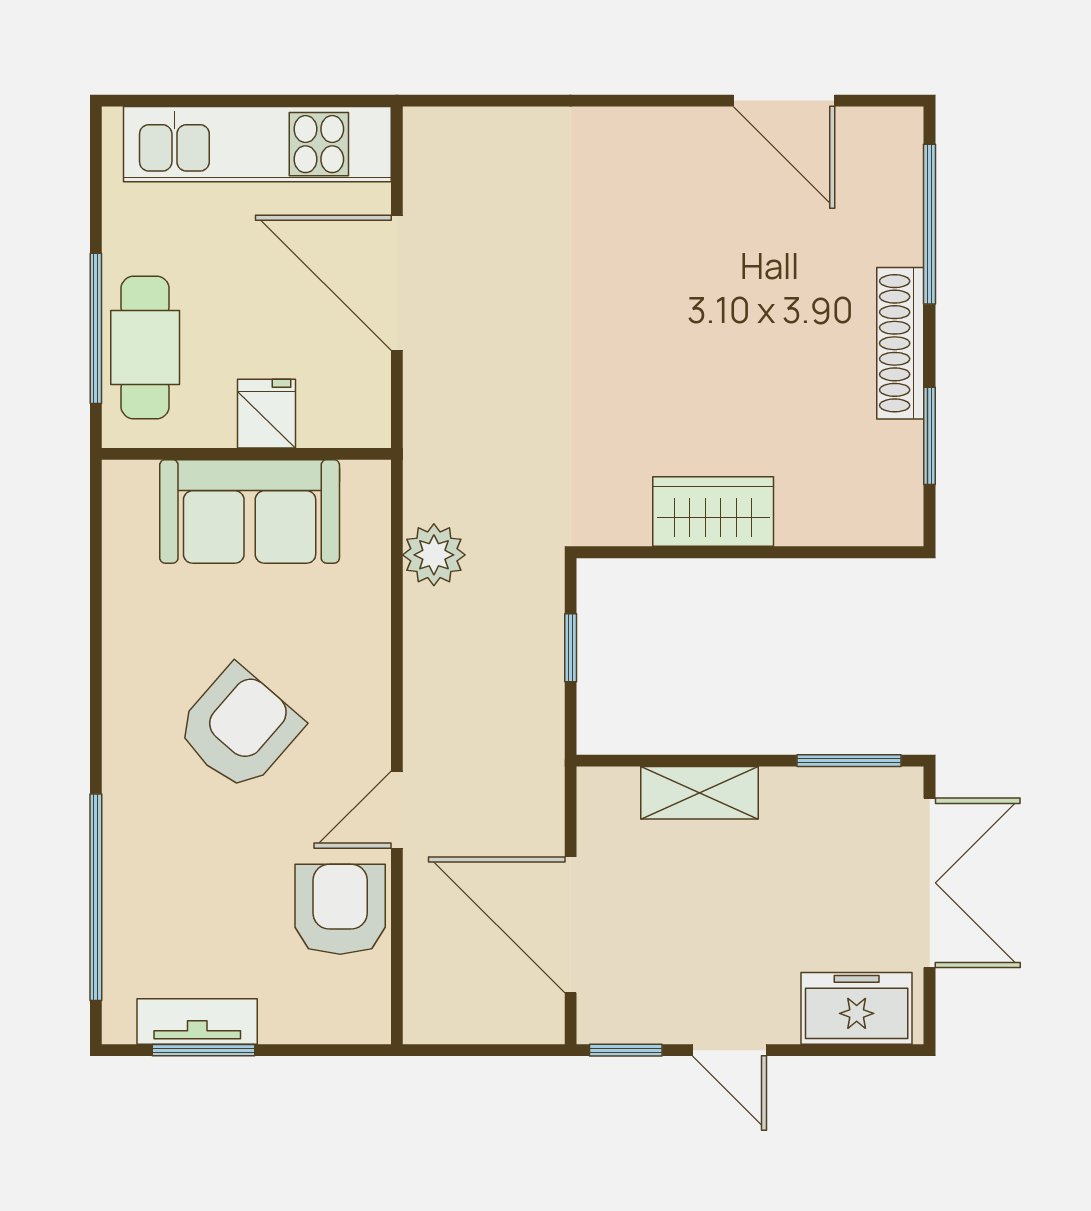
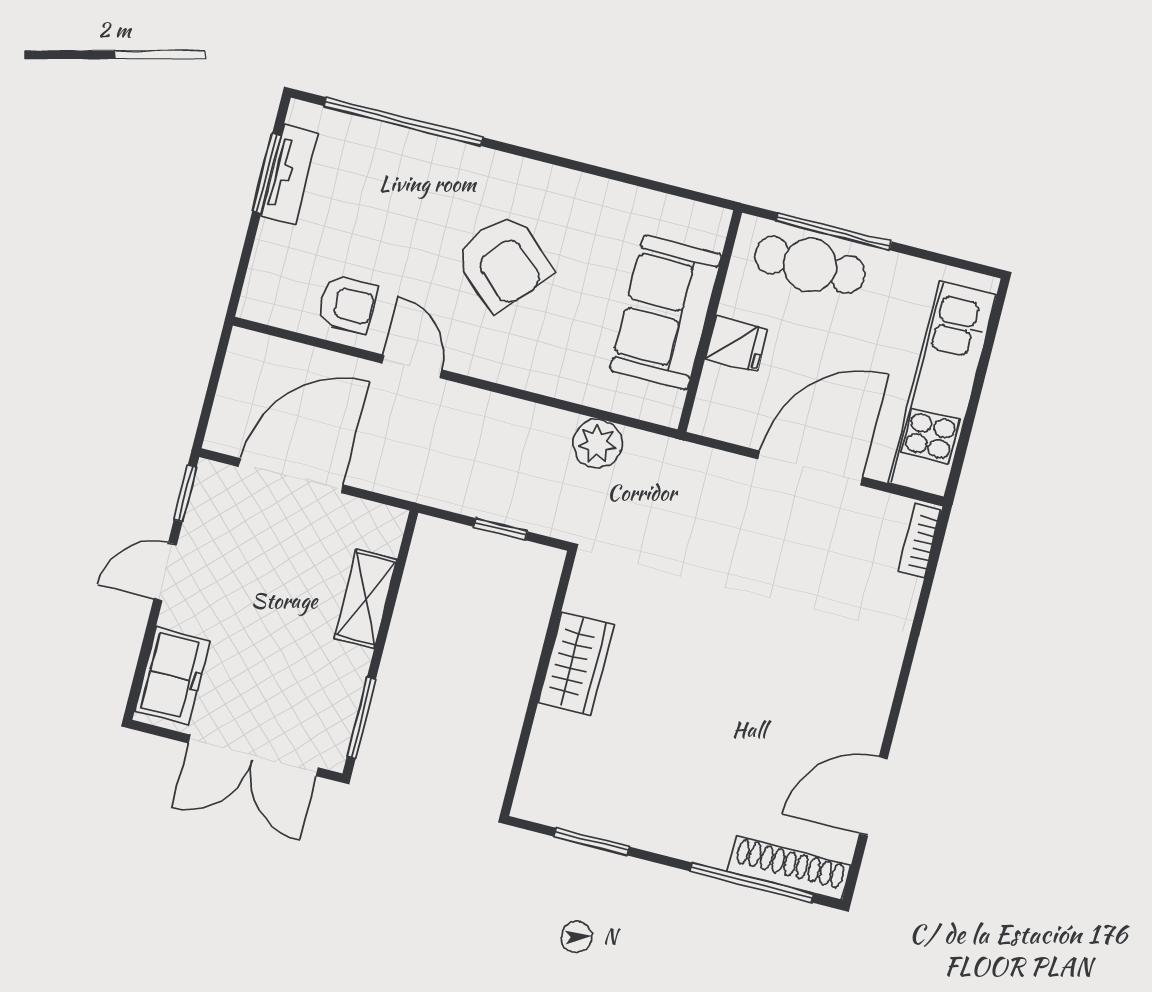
bookcase: (453, 124) -> (919, 541), added
shoe rack: (900, 343) -> (789, 868), moved
armchair: (340, 909) -> (347, 304), width x0.72, depth x0.72

